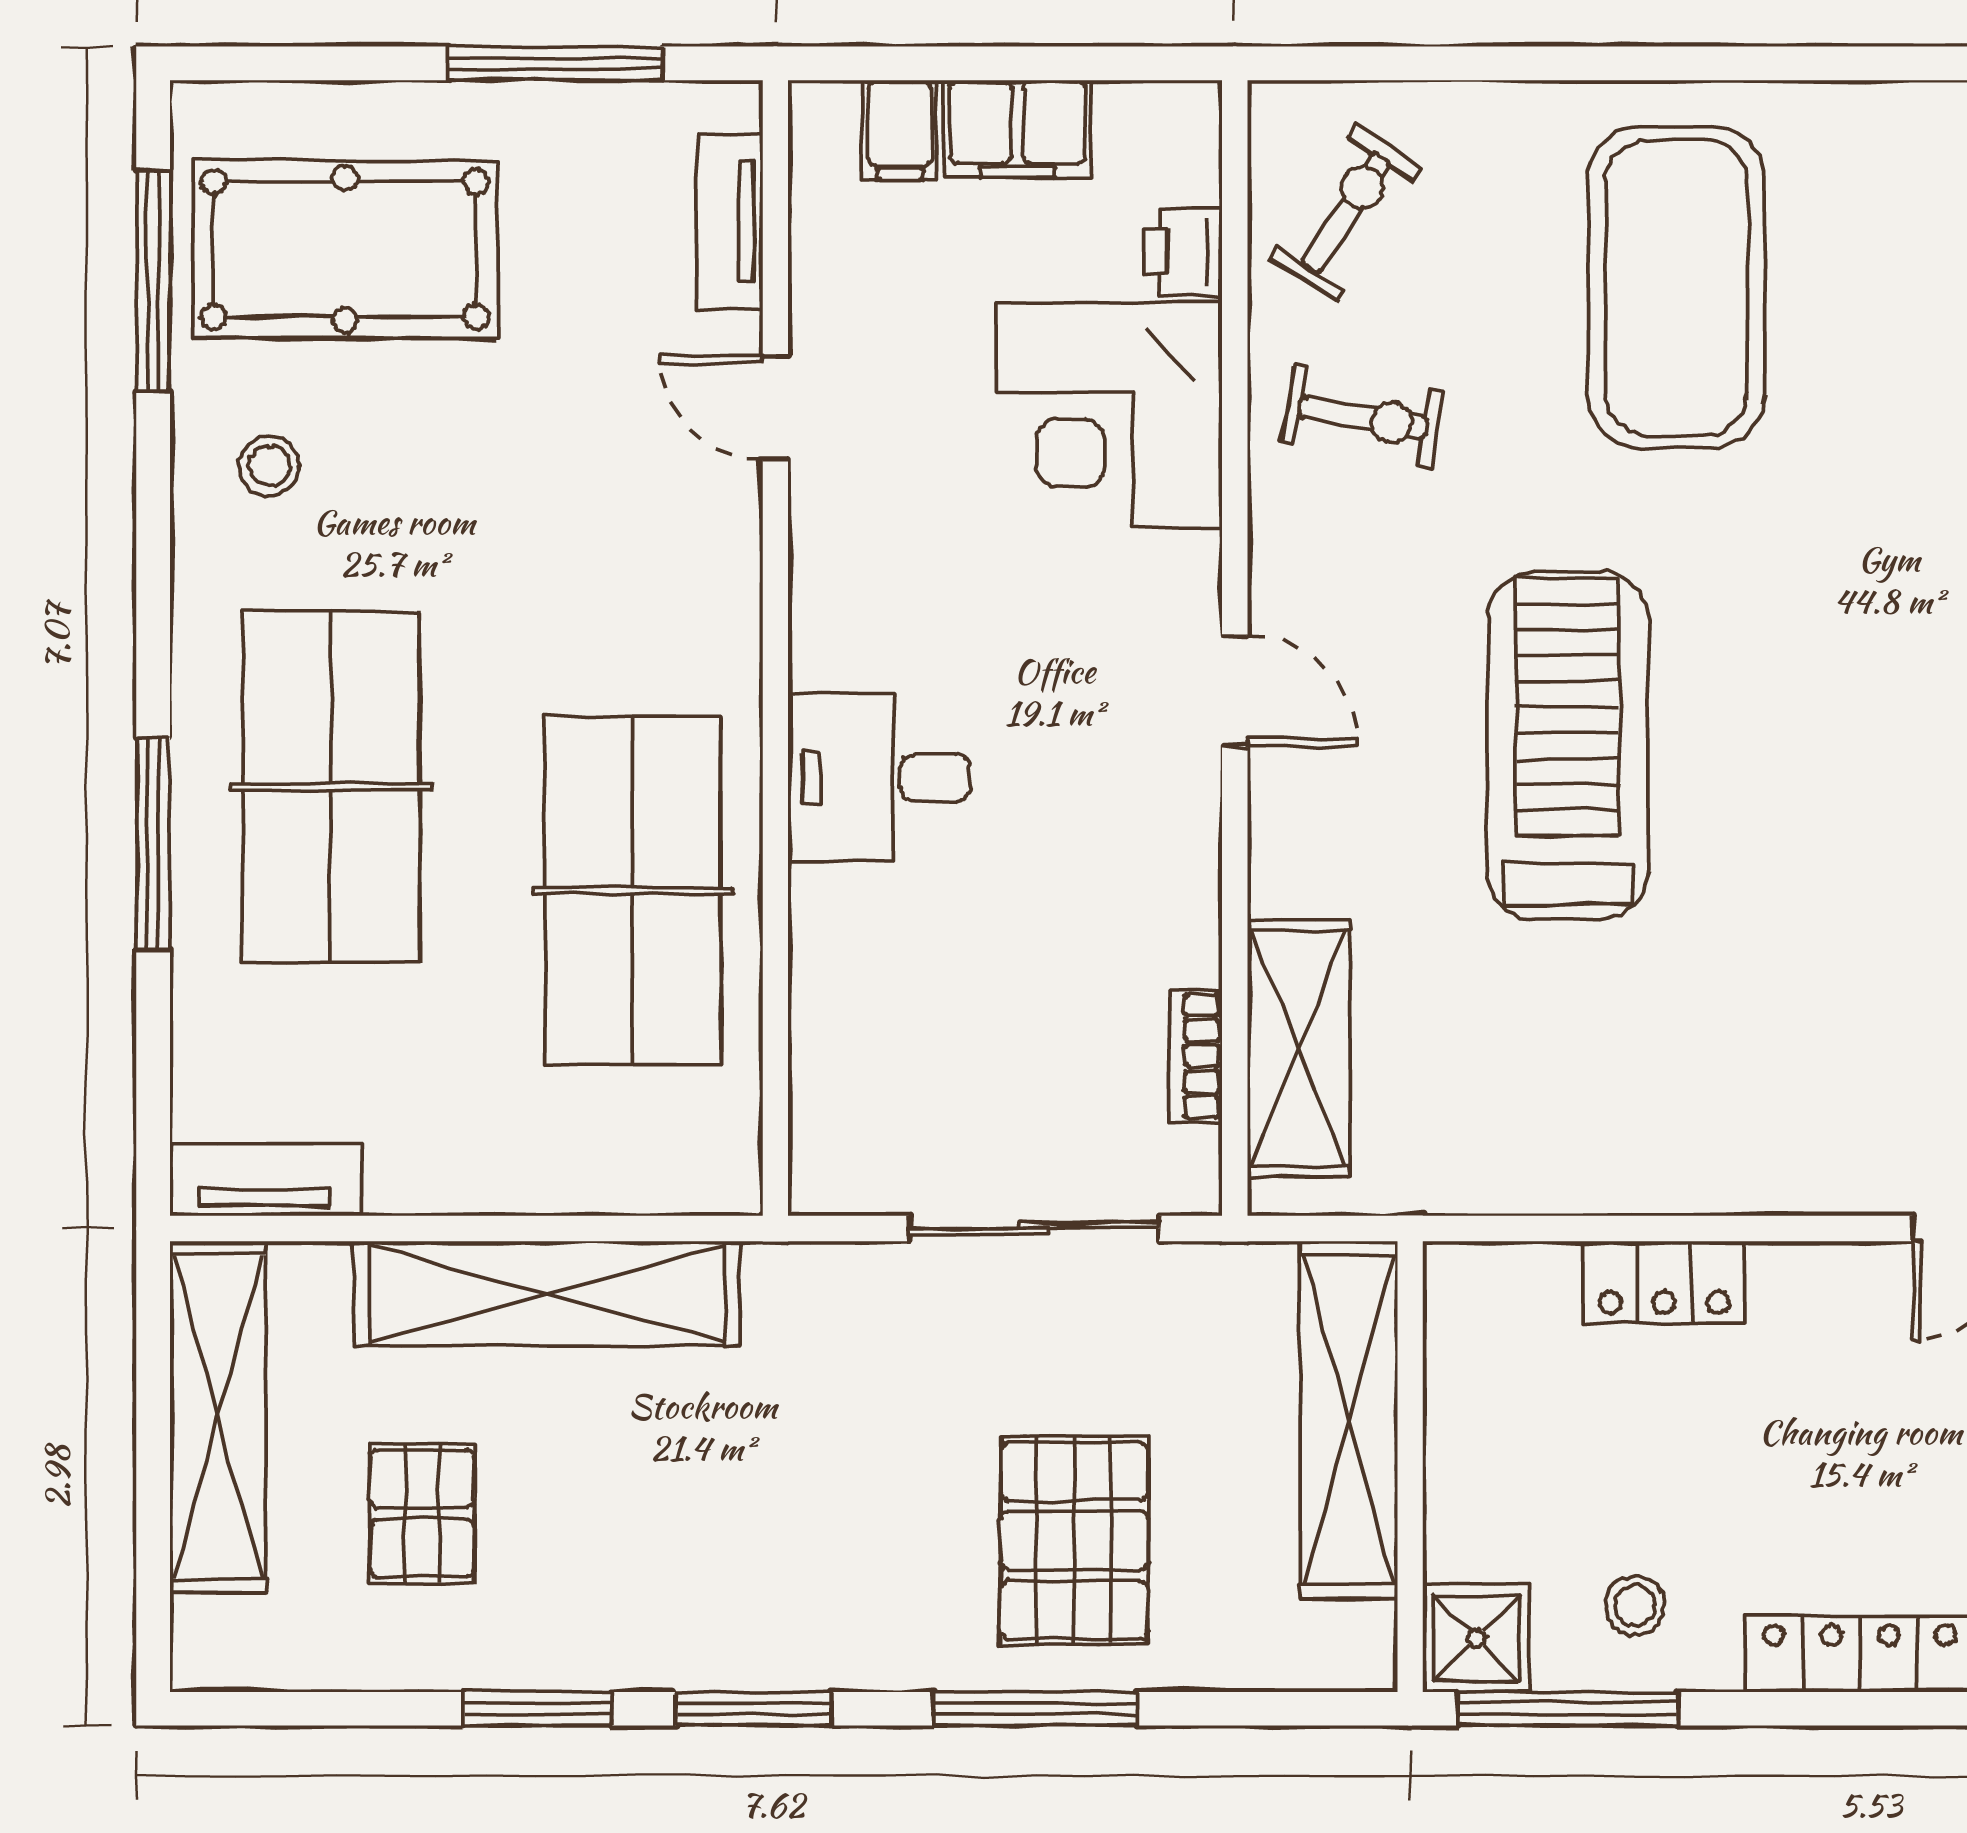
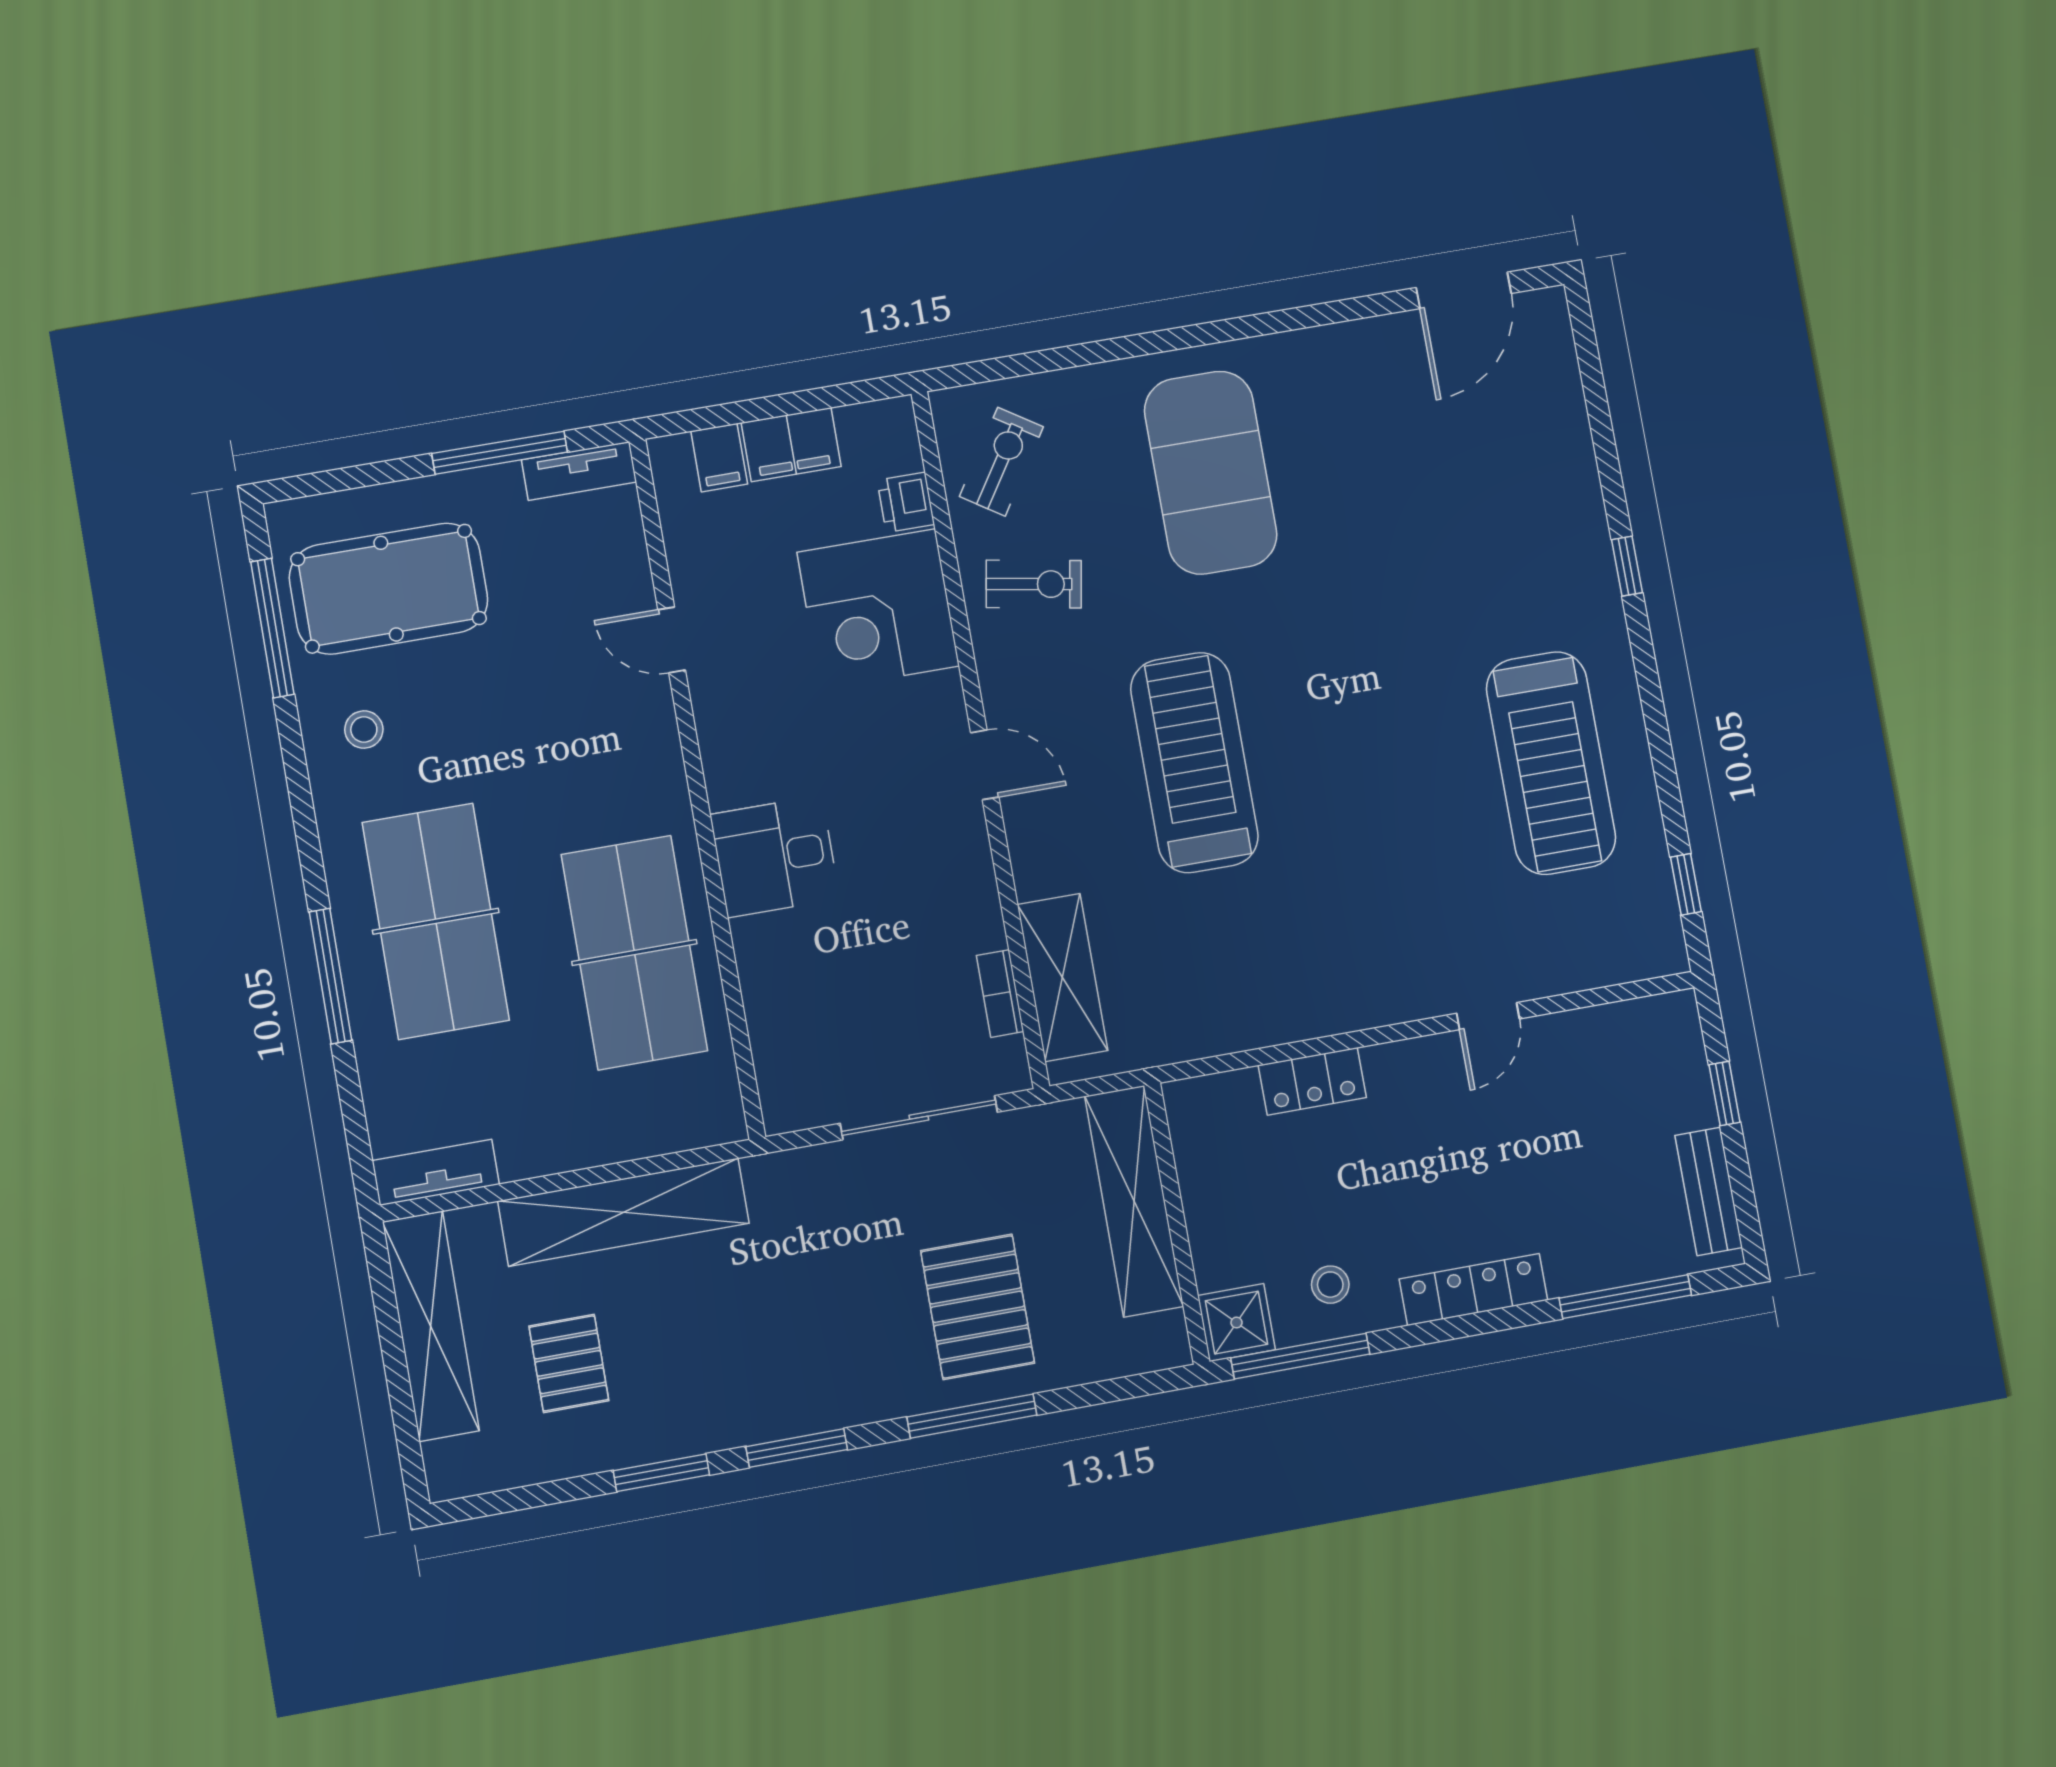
tv unit: (729, 222) -> (579, 471), moved, turned -90

